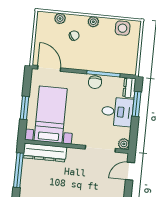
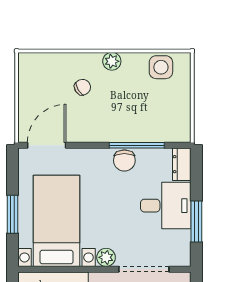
plant: (60, 18) -> (57, 61), removed
door: (49, 68) -> (47, 145), hinge flipped
window: (137, 104) -> (196, 222), moved
plant: (124, 144) -> (106, 257), moved

